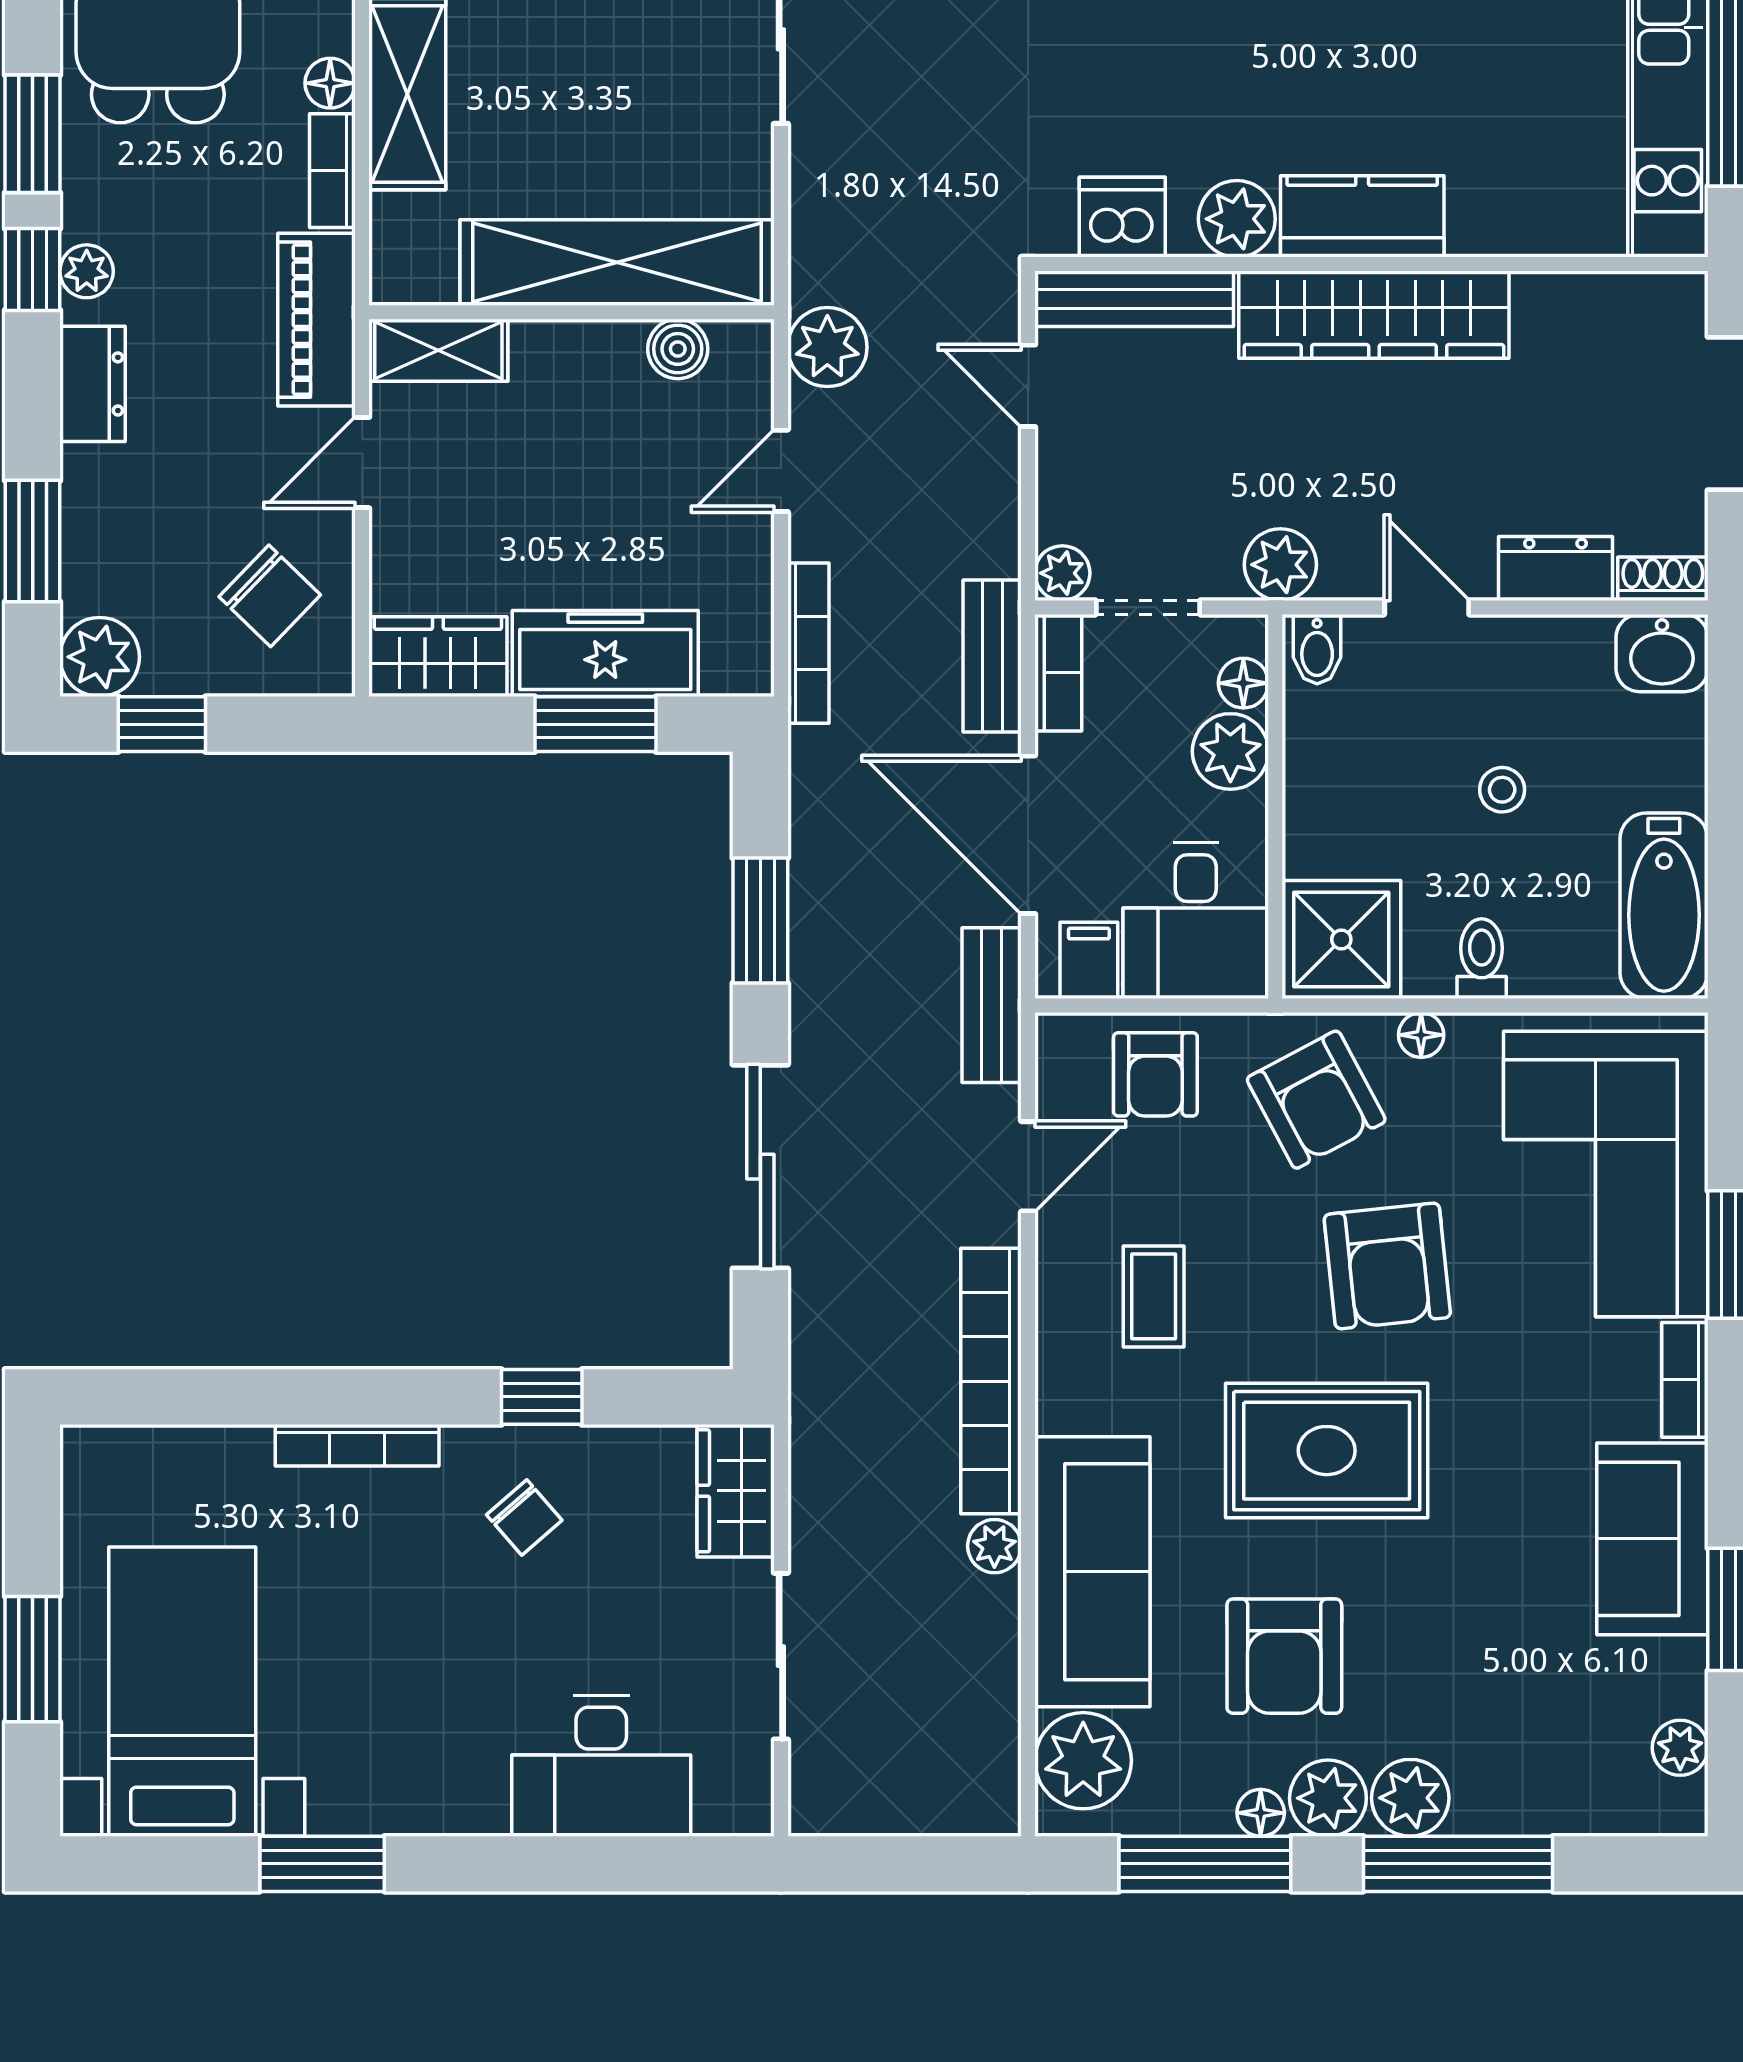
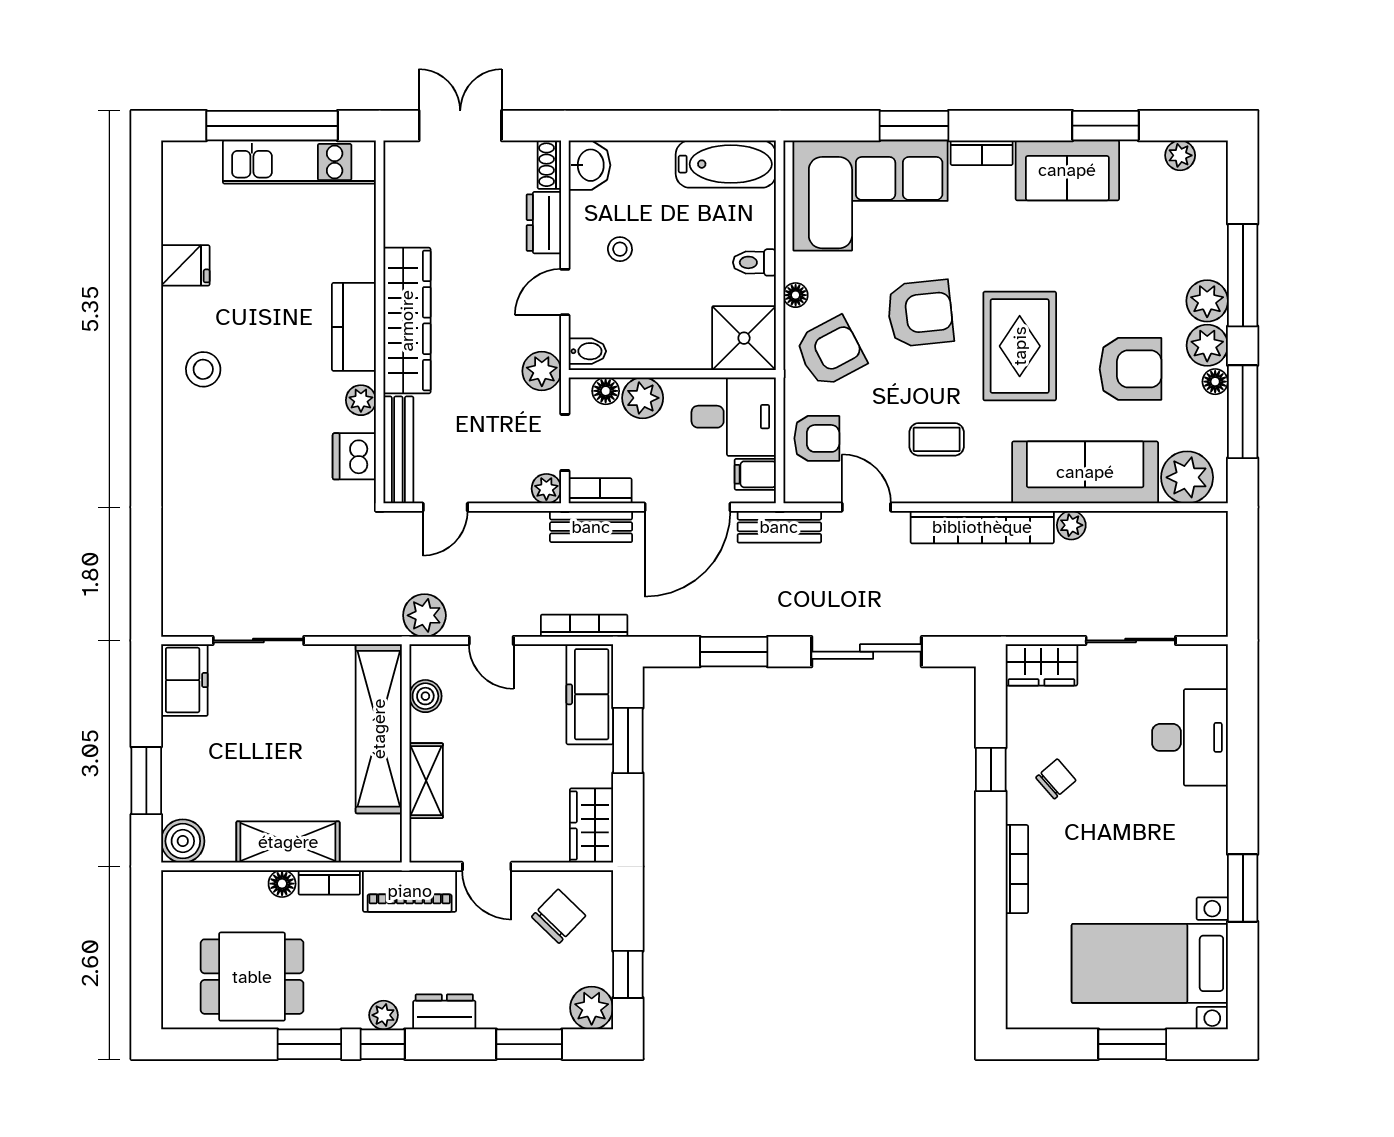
plant: (1237, 219) -> (361, 400), width x0.73, depth x0.73
shelving: (438, 350) -> (426, 781), moved
freezer: (605, 654) -> (590, 694), moved
stool: (1502, 790) -> (620, 249), moved

